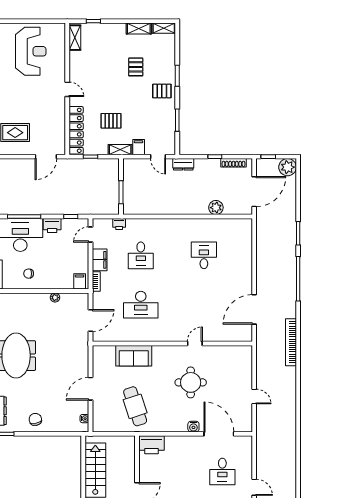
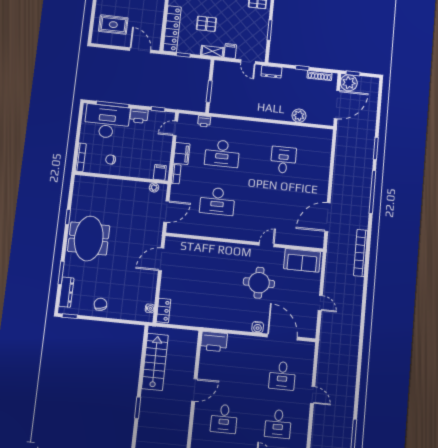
door: (46, 157) -> (140, 50), swing flipped
plant: (288, 167) -> (349, 83), moved
desk: (141, 255) -> (222, 153), width x1.37
plant: (55, 298) -> (154, 188), moved
sofa: (134, 356) -> (302, 260), moved
door: (91, 389) -> (161, 259), moved
cafe table: (135, 406) -> (202, 301), removed
locker: (98, 419) -> (164, 311), added

